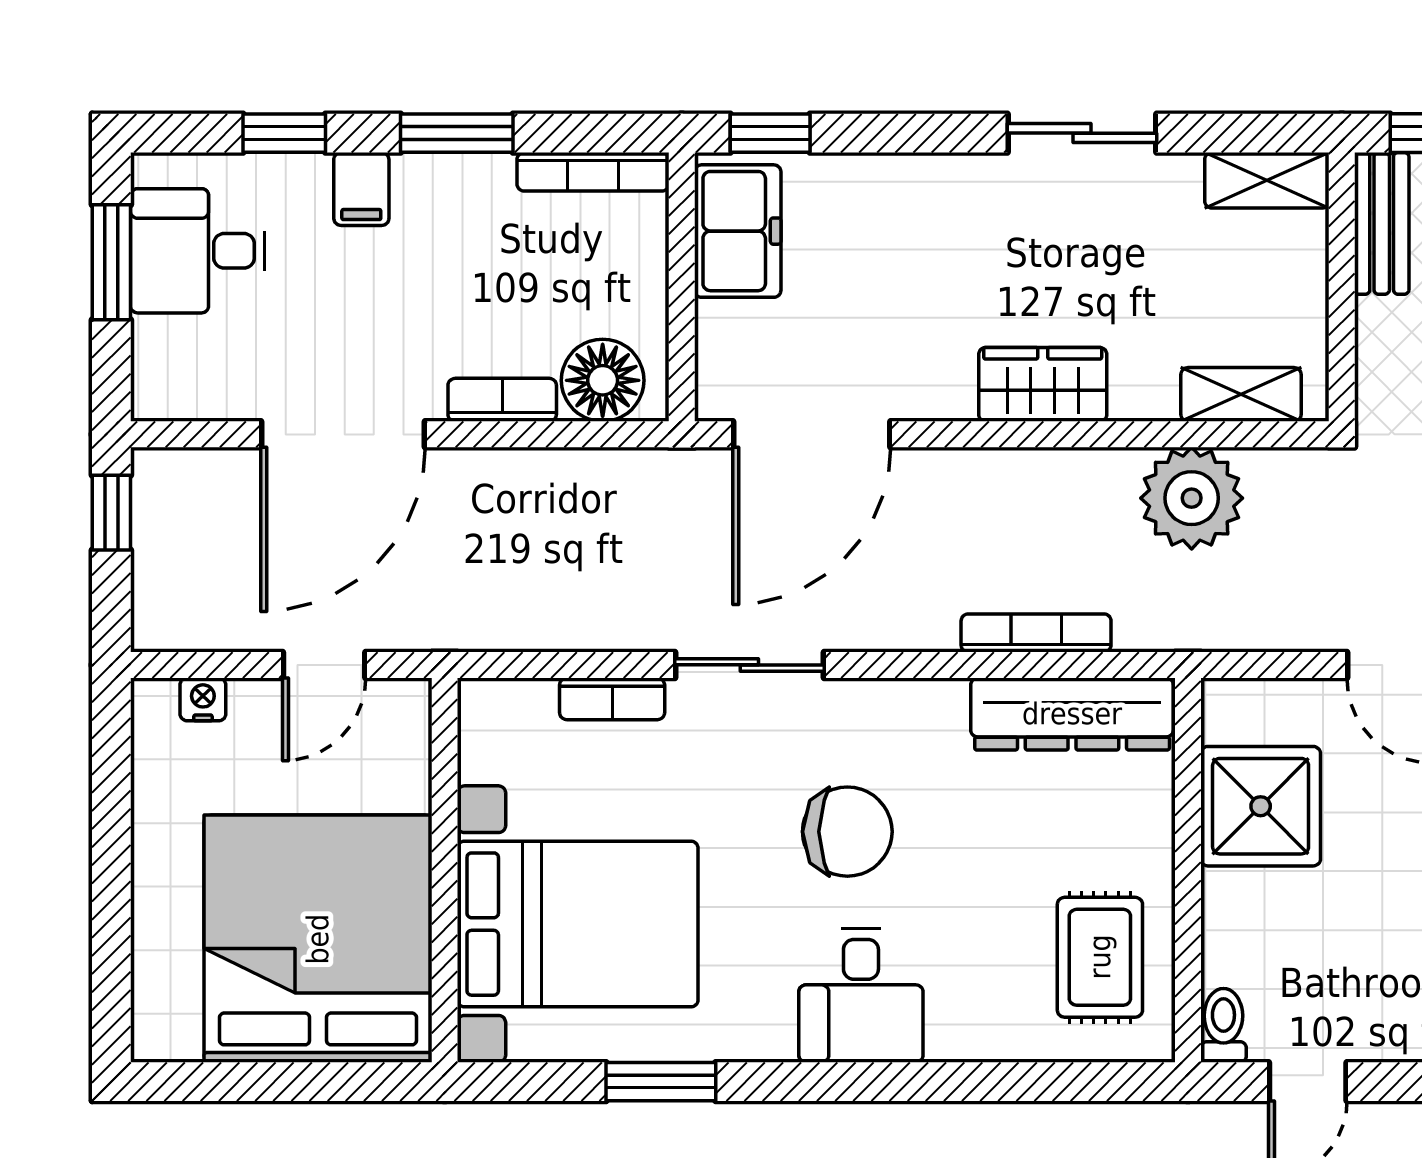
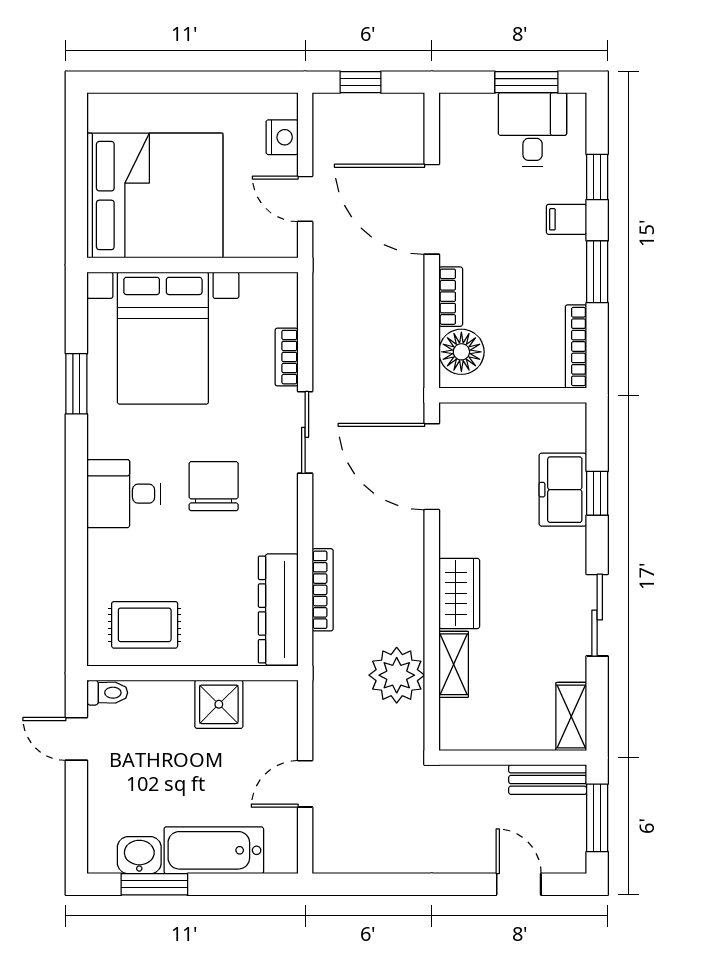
window: (770, 133) -> (597, 493), moved
freezer: (738, 231) -> (563, 490), moved, turned 90
shelving: (1241, 394) -> (454, 664), moved
window: (111, 513) -> (360, 82), moved
nightstand: (203, 699) -> (282, 137), width x1.39, depth x1.35
shower: (1261, 806) -> (219, 704), width x0.73, depth x0.73
chair: (847, 832) -> (214, 486), turned 180

